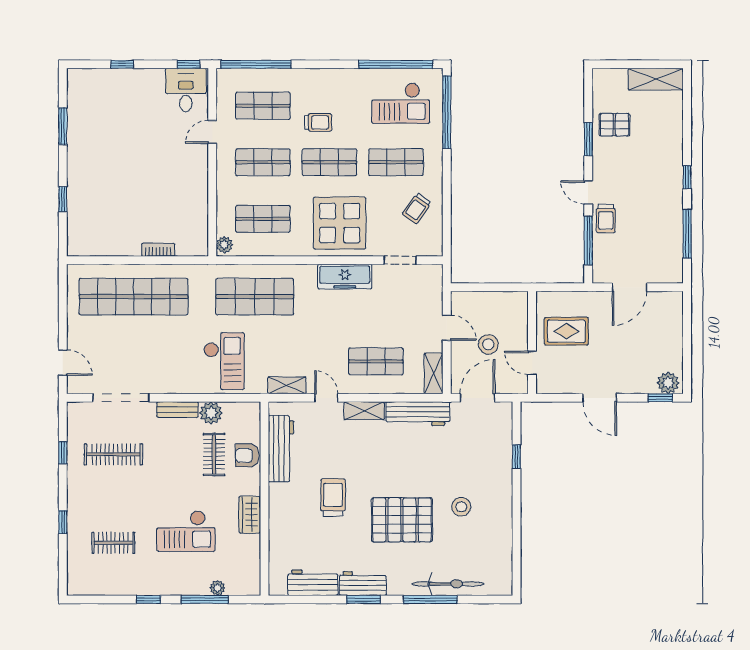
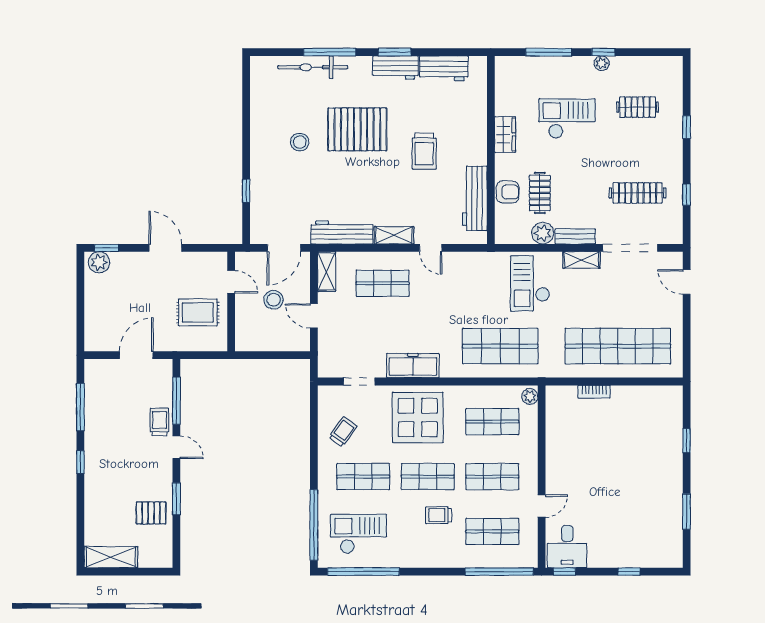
shelving: (287, 385) -> (581, 260), moved
plant: (217, 588) -> (602, 63), moved

